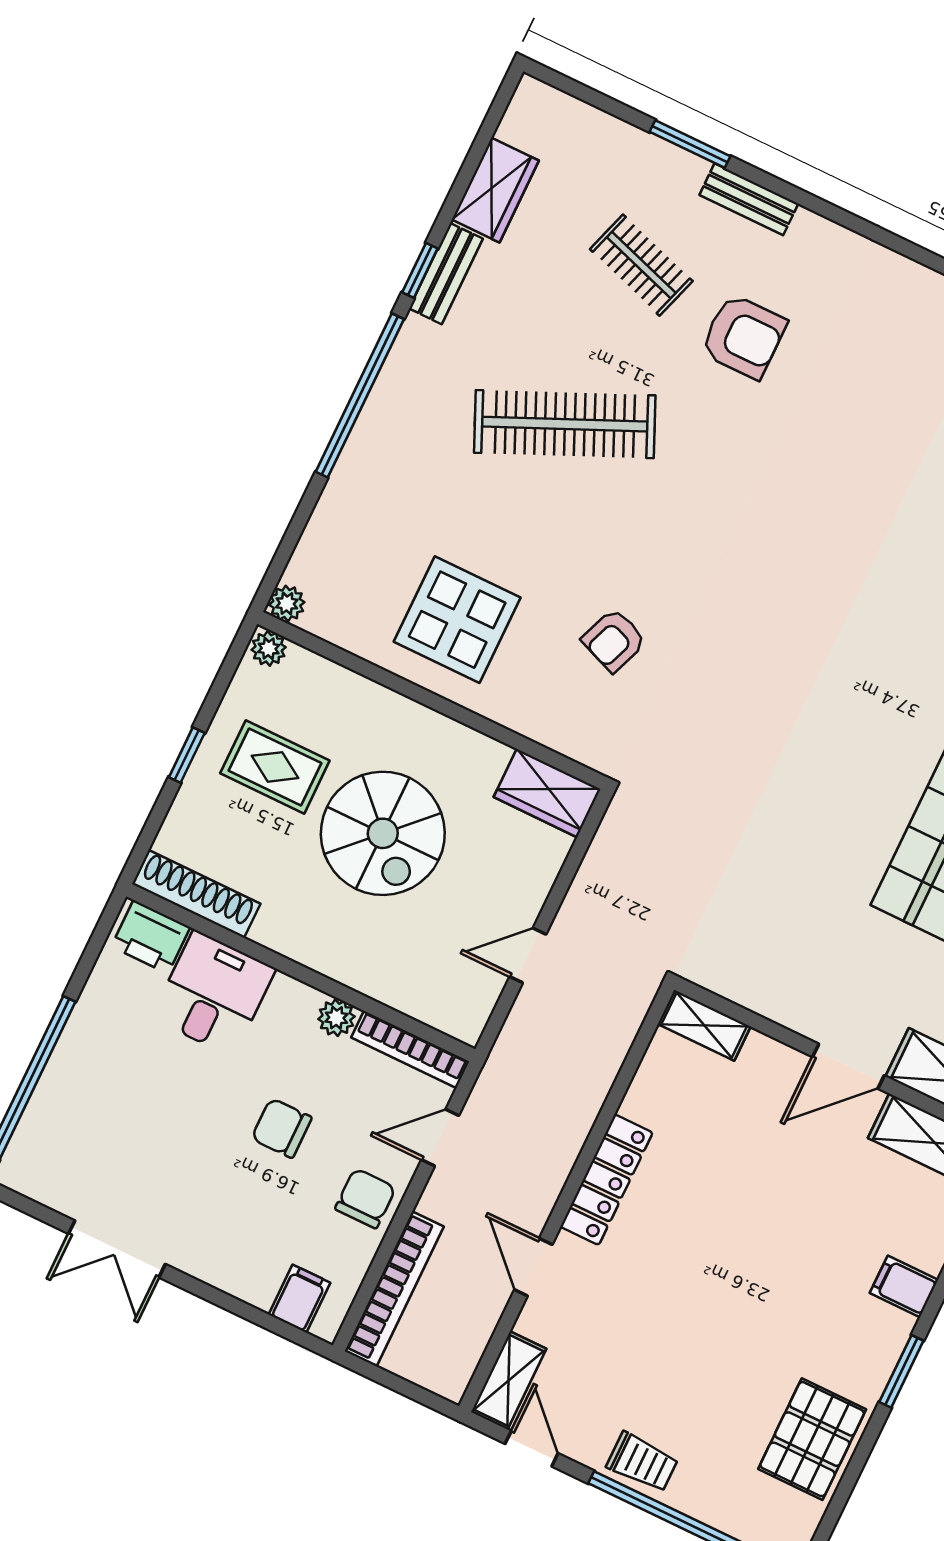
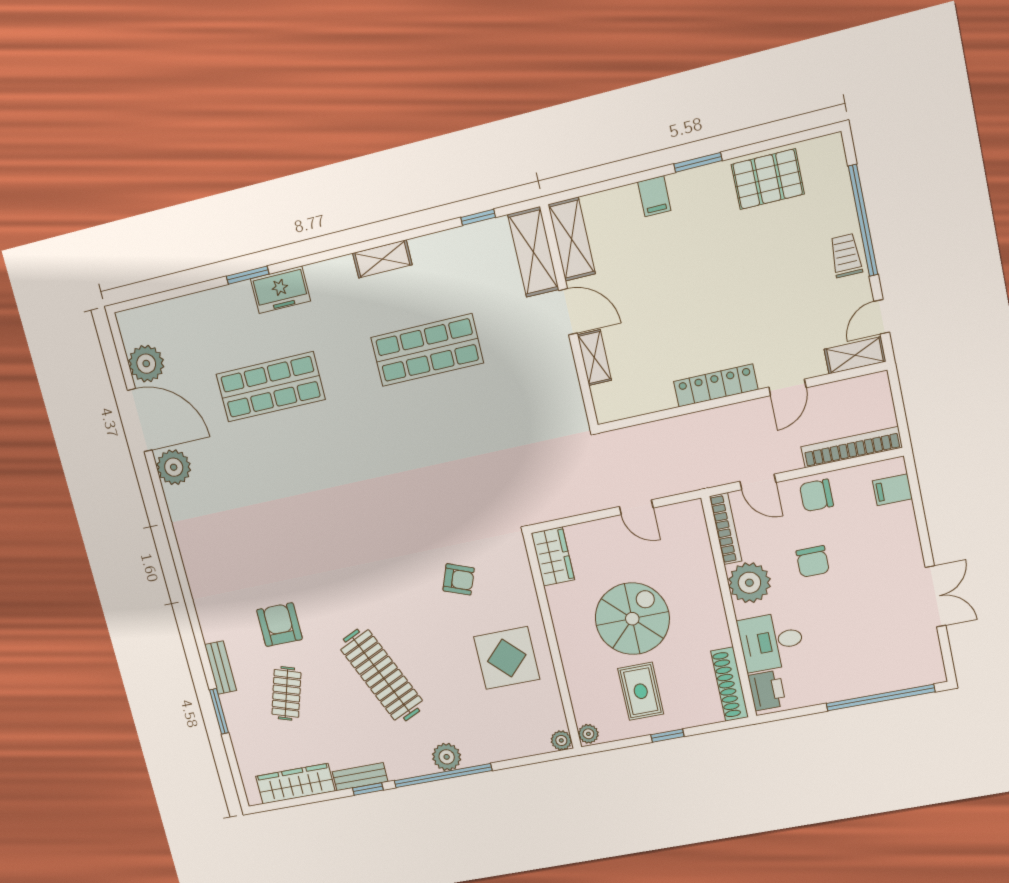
wardrobe: (495, 190) -> (295, 784), width x1.50
plant: (382, 423) -> (447, 757), added
plant: (336, 1018) -> (749, 583), width x1.88, depth x1.88
shelving: (704, 1025) -> (594, 358), moved

